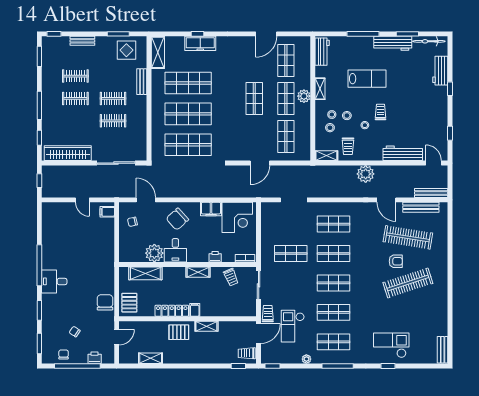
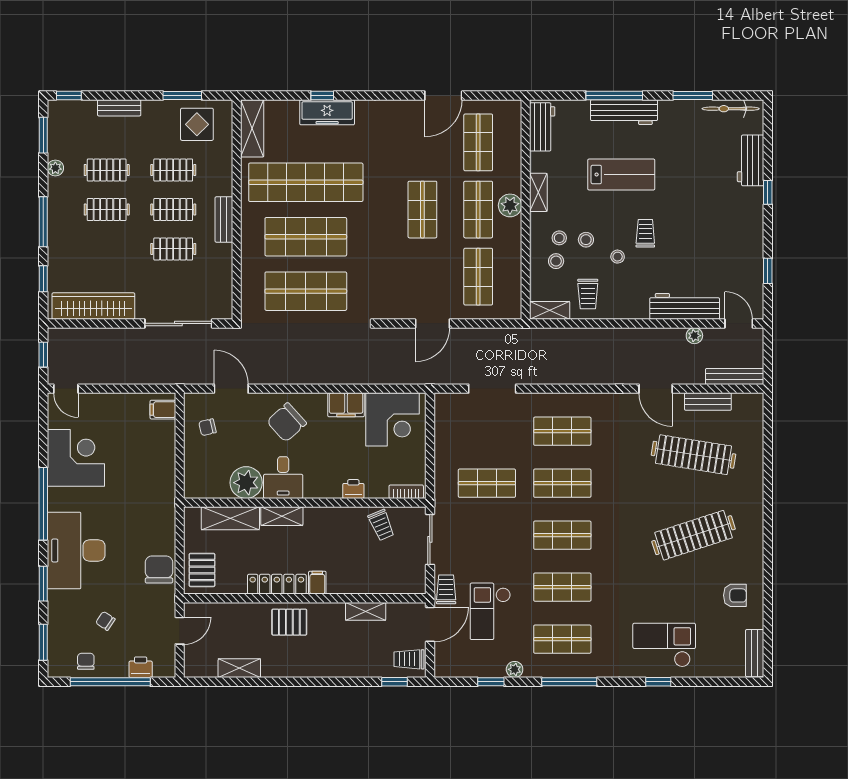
workbench: (393, 43) -> (624, 112), moved
plant: (46, 75) -> (55, 168), added
clothes rail: (113, 76) -> (173, 170), added
bench: (142, 82) -> (224, 219), moved
shop shelf: (188, 83) -> (306, 182), width x1.40
plant: (366, 174) -> (694, 336), moved, width x0.53, depth x0.53
door: (82, 200) -> (66, 389), moved
bench: (421, 207) -> (708, 402), width x0.73
corner desk: (58, 239) -> (76, 458), added
armchair: (396, 261) -> (735, 595), moved
shelving: (198, 272) -> (282, 516), moved
desk: (54, 281) -> (76, 551), width x1.87, depth x1.30
shelving: (206, 326) -> (366, 611), moved
window: (272, 366) -> (491, 682), moved

